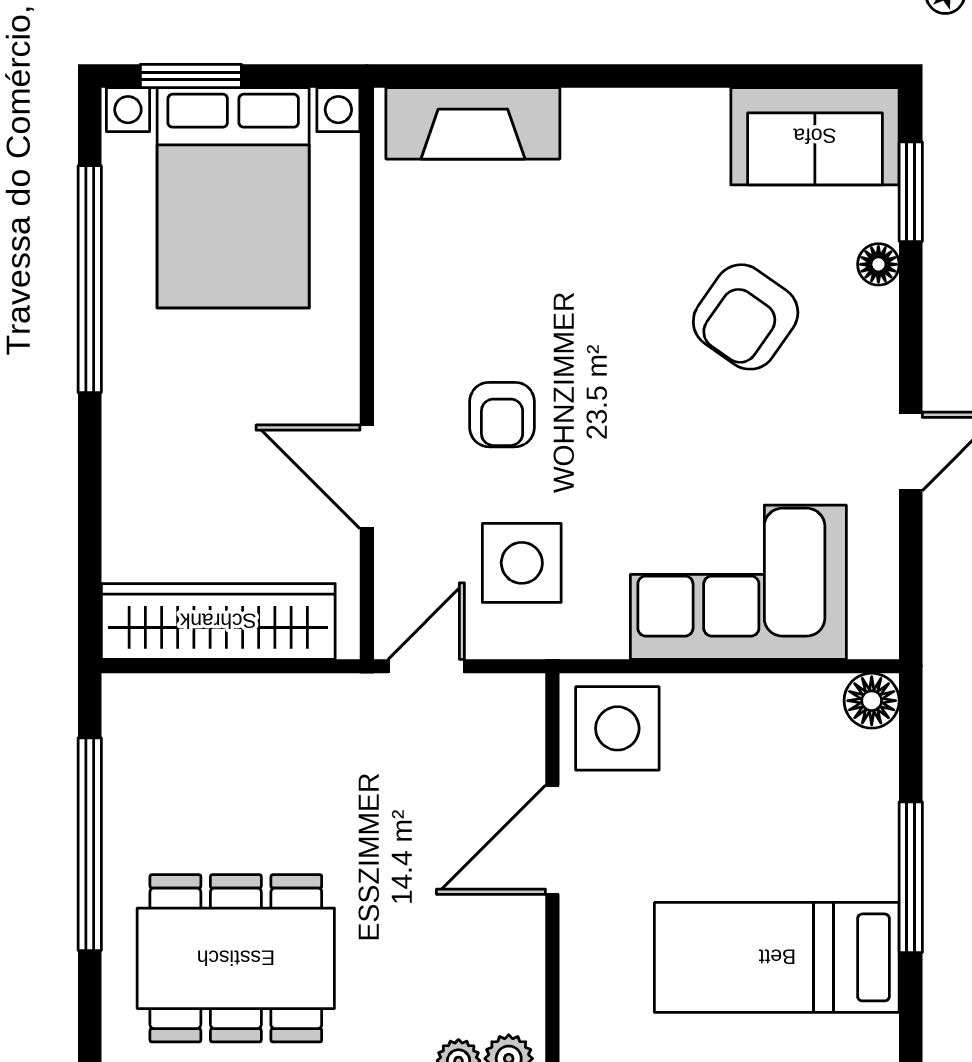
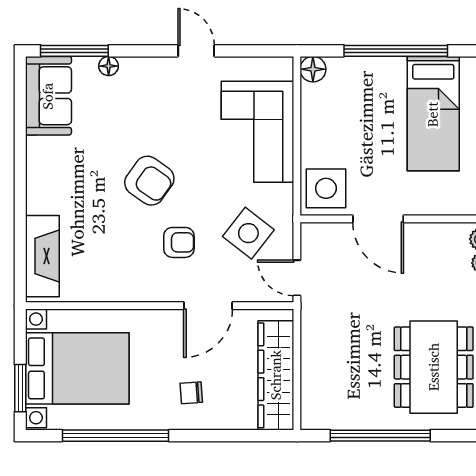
window: (911, 192) -> (74, 51), width x1.44
armchair: (746, 317) -> (149, 181), moved
chair: (181, 441) -> (191, 393), added
side table: (522, 563) -> (248, 233), turned 38
window: (911, 877) -> (396, 51), width x1.46

